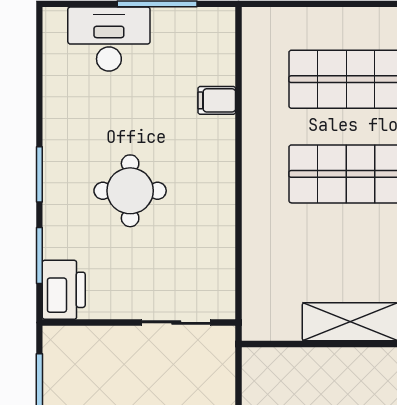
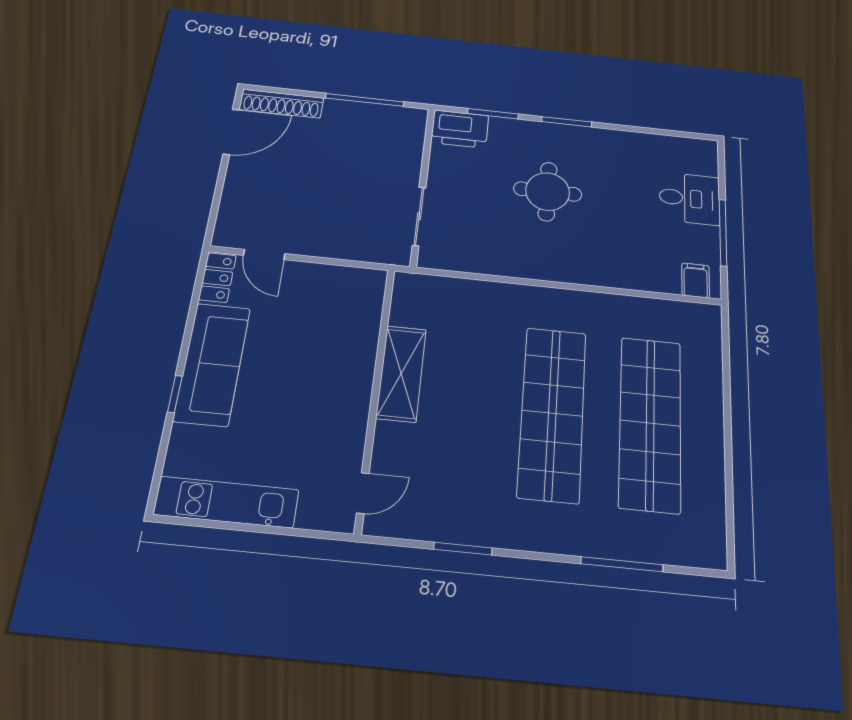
desk: (109, 39) -> (690, 199), width x0.73
filing cabinet: (217, 100) -> (696, 280), moved

